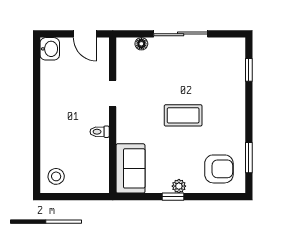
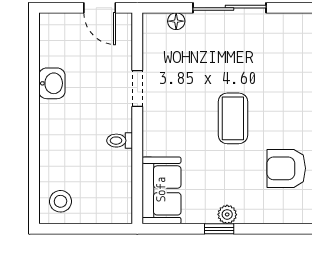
washbasin: (50, 49) -> (52, 83), moved
coffee table: (183, 115) -> (233, 118), turned 90
armchair: (219, 169) -> (286, 168), moved, turned 180

